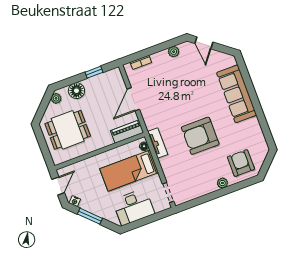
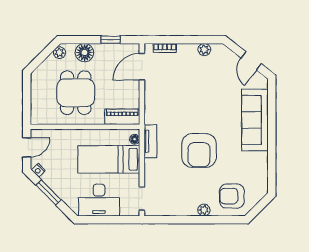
door: (204, 43) -> (251, 61), moved
door: (133, 99) -> (142, 67), moved
dining table: (68, 130) -> (76, 93), moved, turned 90
armchair: (200, 136) -> (199, 150), turned -90
armchair: (241, 163) -> (232, 196), turned -90

